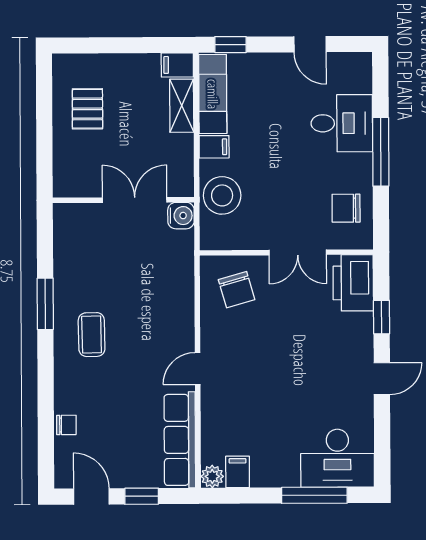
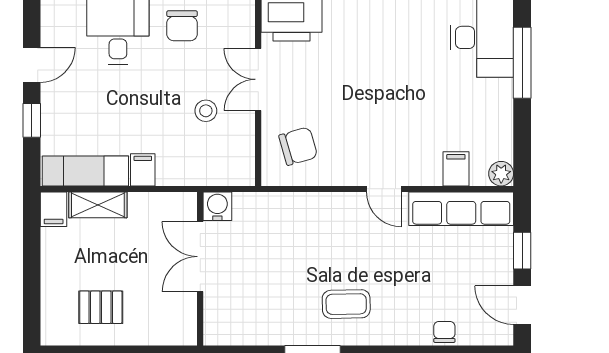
window: (231, 45) -> (32, 120), moved
stool: (222, 195) -> (206, 111), moved, width x0.53, depth x0.53
chair: (346, 208) -> (182, 26), moved
double door: (298, 252) -> (258, 79), swing flipped
filing cabinet: (238, 472) -> (456, 169), moved, turned 90
door: (91, 496) -> (522, 305), hinge flipped

